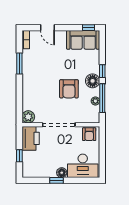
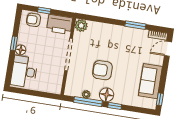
door: (48, 28) -> (168, 49), moved
sofa: (83, 40) -> (150, 81), moved
armchair: (89, 134) -> (34, 20), moved

